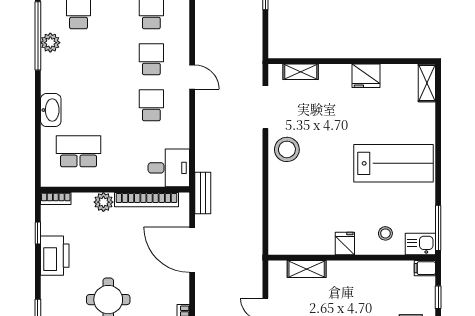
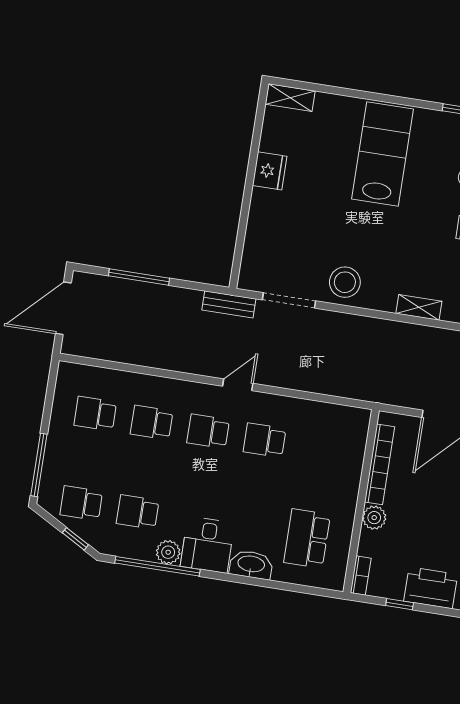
shelving: (301, 72) -> (419, 307), moved, turned 90
desk: (169, 168) -> (207, 545), moved, turned 180
bench: (203, 193) -> (229, 304), moved

